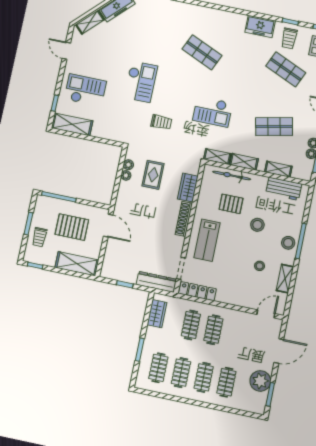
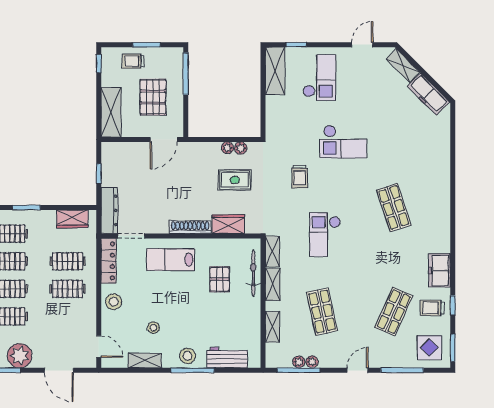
shop shelf: (202, 52) -> (394, 207), turned -42
workbench: (284, 189) -> (227, 357), moved, turned 90
stool: (257, 225) -> (114, 302), moved

